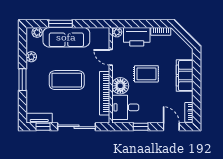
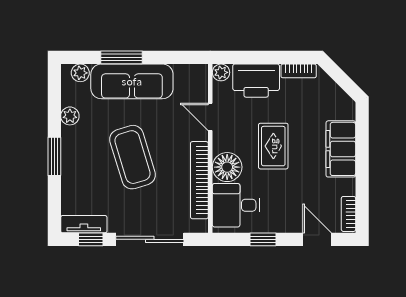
rug: (146, 74) -> (273, 146), turned 90
coffee table: (67, 80) -> (133, 157), turned 73

